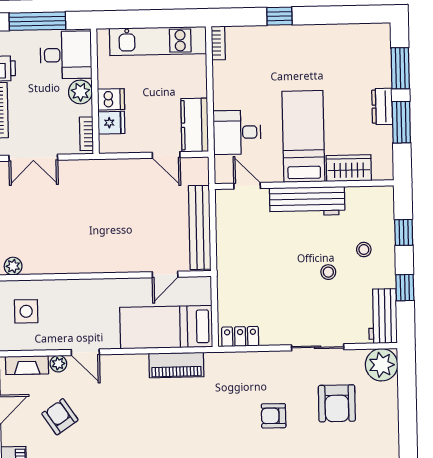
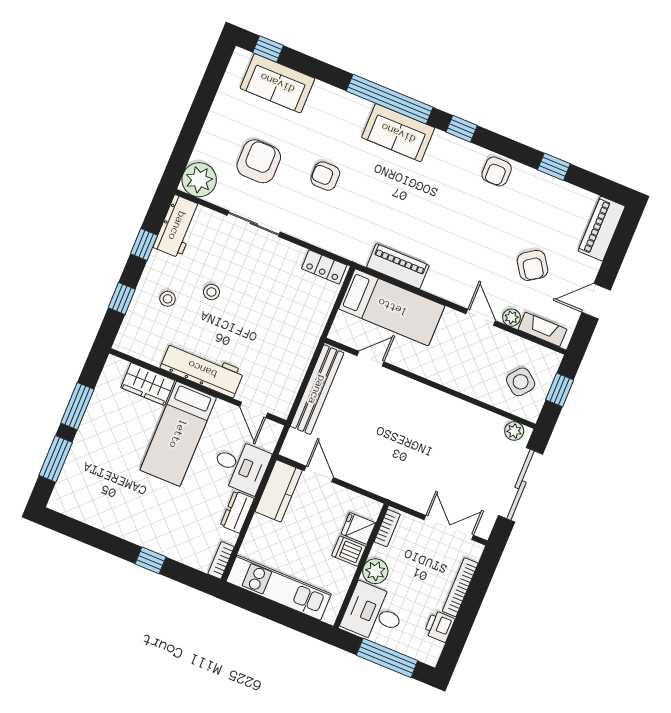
dresser: (382, 106) -> (237, 512), moved, turned 180
side table: (26, 311) -> (521, 382), turned 38
armchair: (274, 416) -> (325, 176), turned 180

